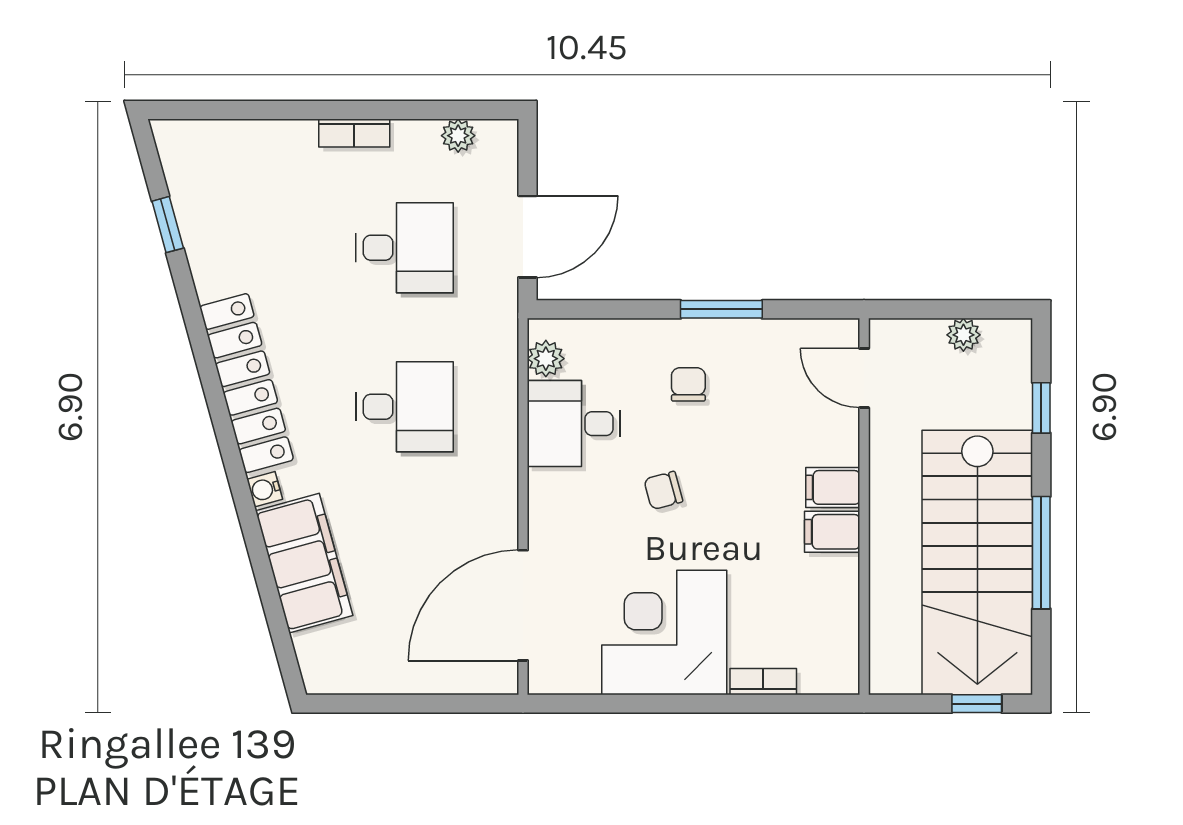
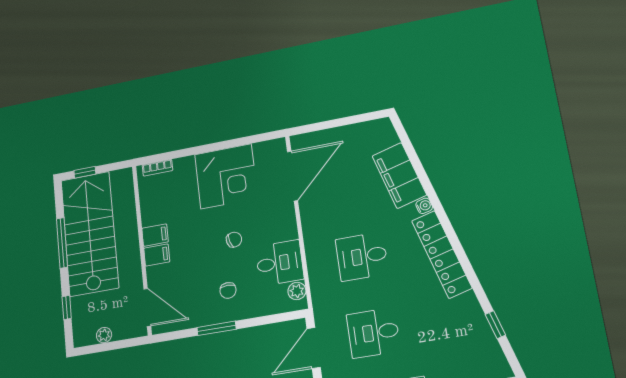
door: (864, 378) -> (147, 307), width x1.38
bookcase: (763, 682) -> (157, 168), moved

